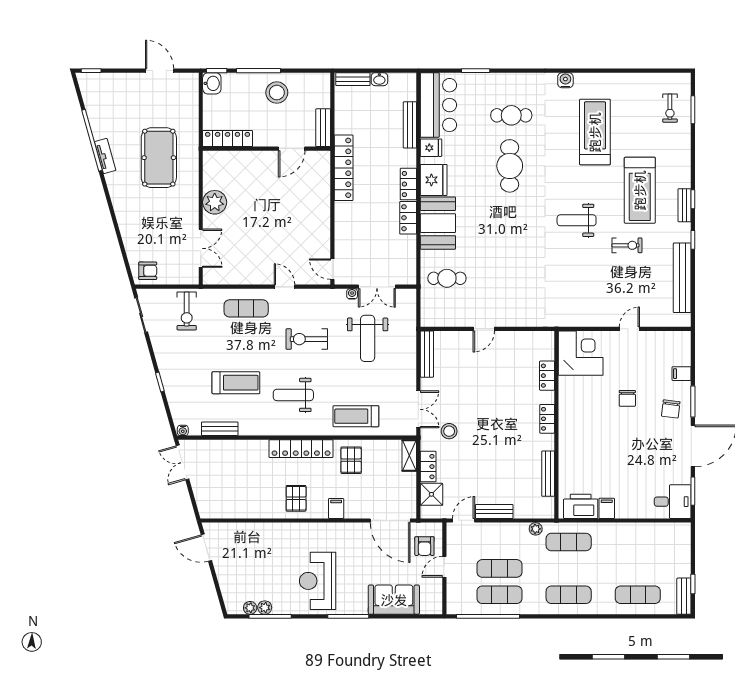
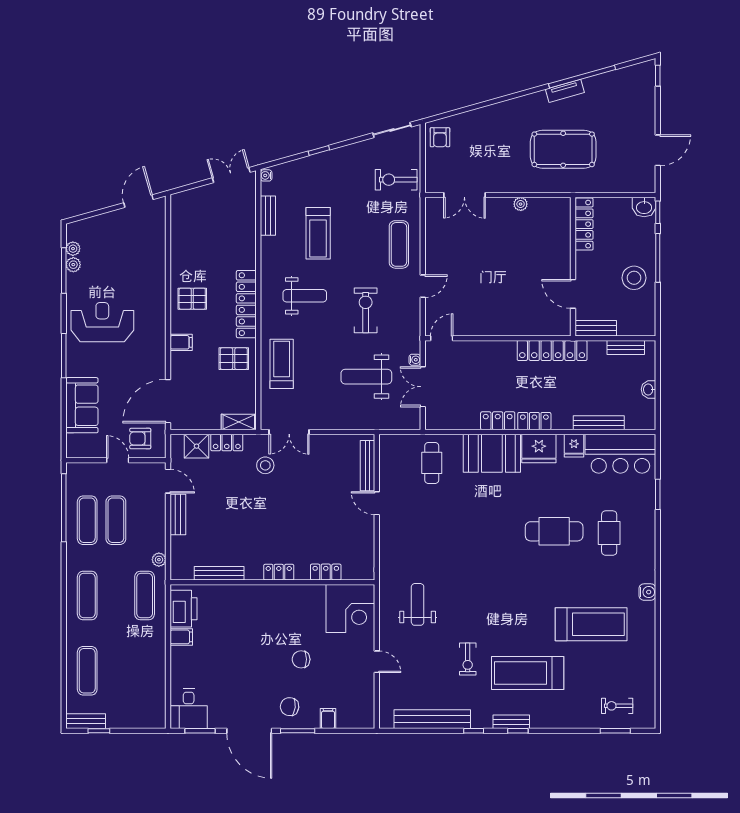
bench: (353, 79) -> (626, 347), moved, turned 90
plant: (215, 202) -> (521, 204), width x0.53, depth x0.53
weight bench: (577, 220) -> (418, 604), moved
bench: (427, 354) -> (367, 466), moved, turned 90
weight bench: (293, 395) -> (305, 296), turned 90

